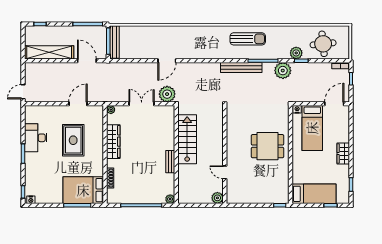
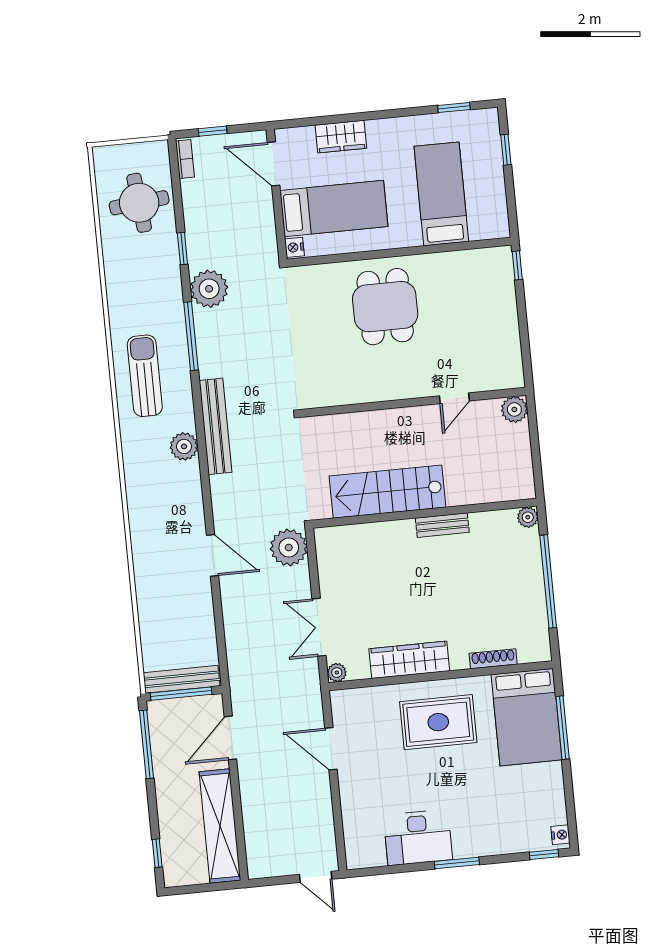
plant: (296, 53) -> (184, 446), moved
bench: (241, 67) -> (215, 426), moved
double door: (142, 104) -> (319, 627), moved
rug: (73, 140) -> (438, 722), moved
wardrobe: (343, 153) -> (341, 137), moved
bed: (314, 194) -> (441, 194), moved

